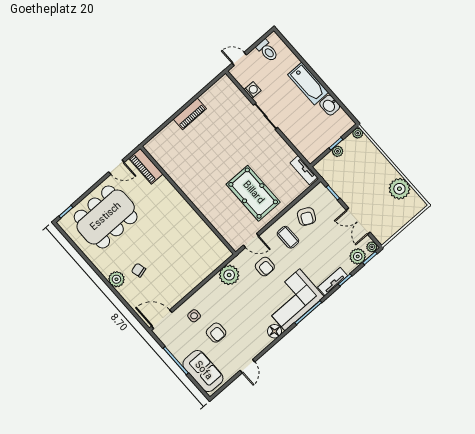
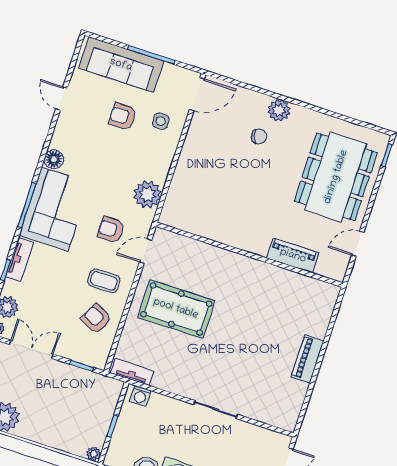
washing machine: (253, 90) -> (140, 396), moved
plant: (338, 151) -> (105, 418), removed
piano: (146, 166) -> (293, 256), moved
sofa: (203, 371) -> (121, 65), width x1.36

